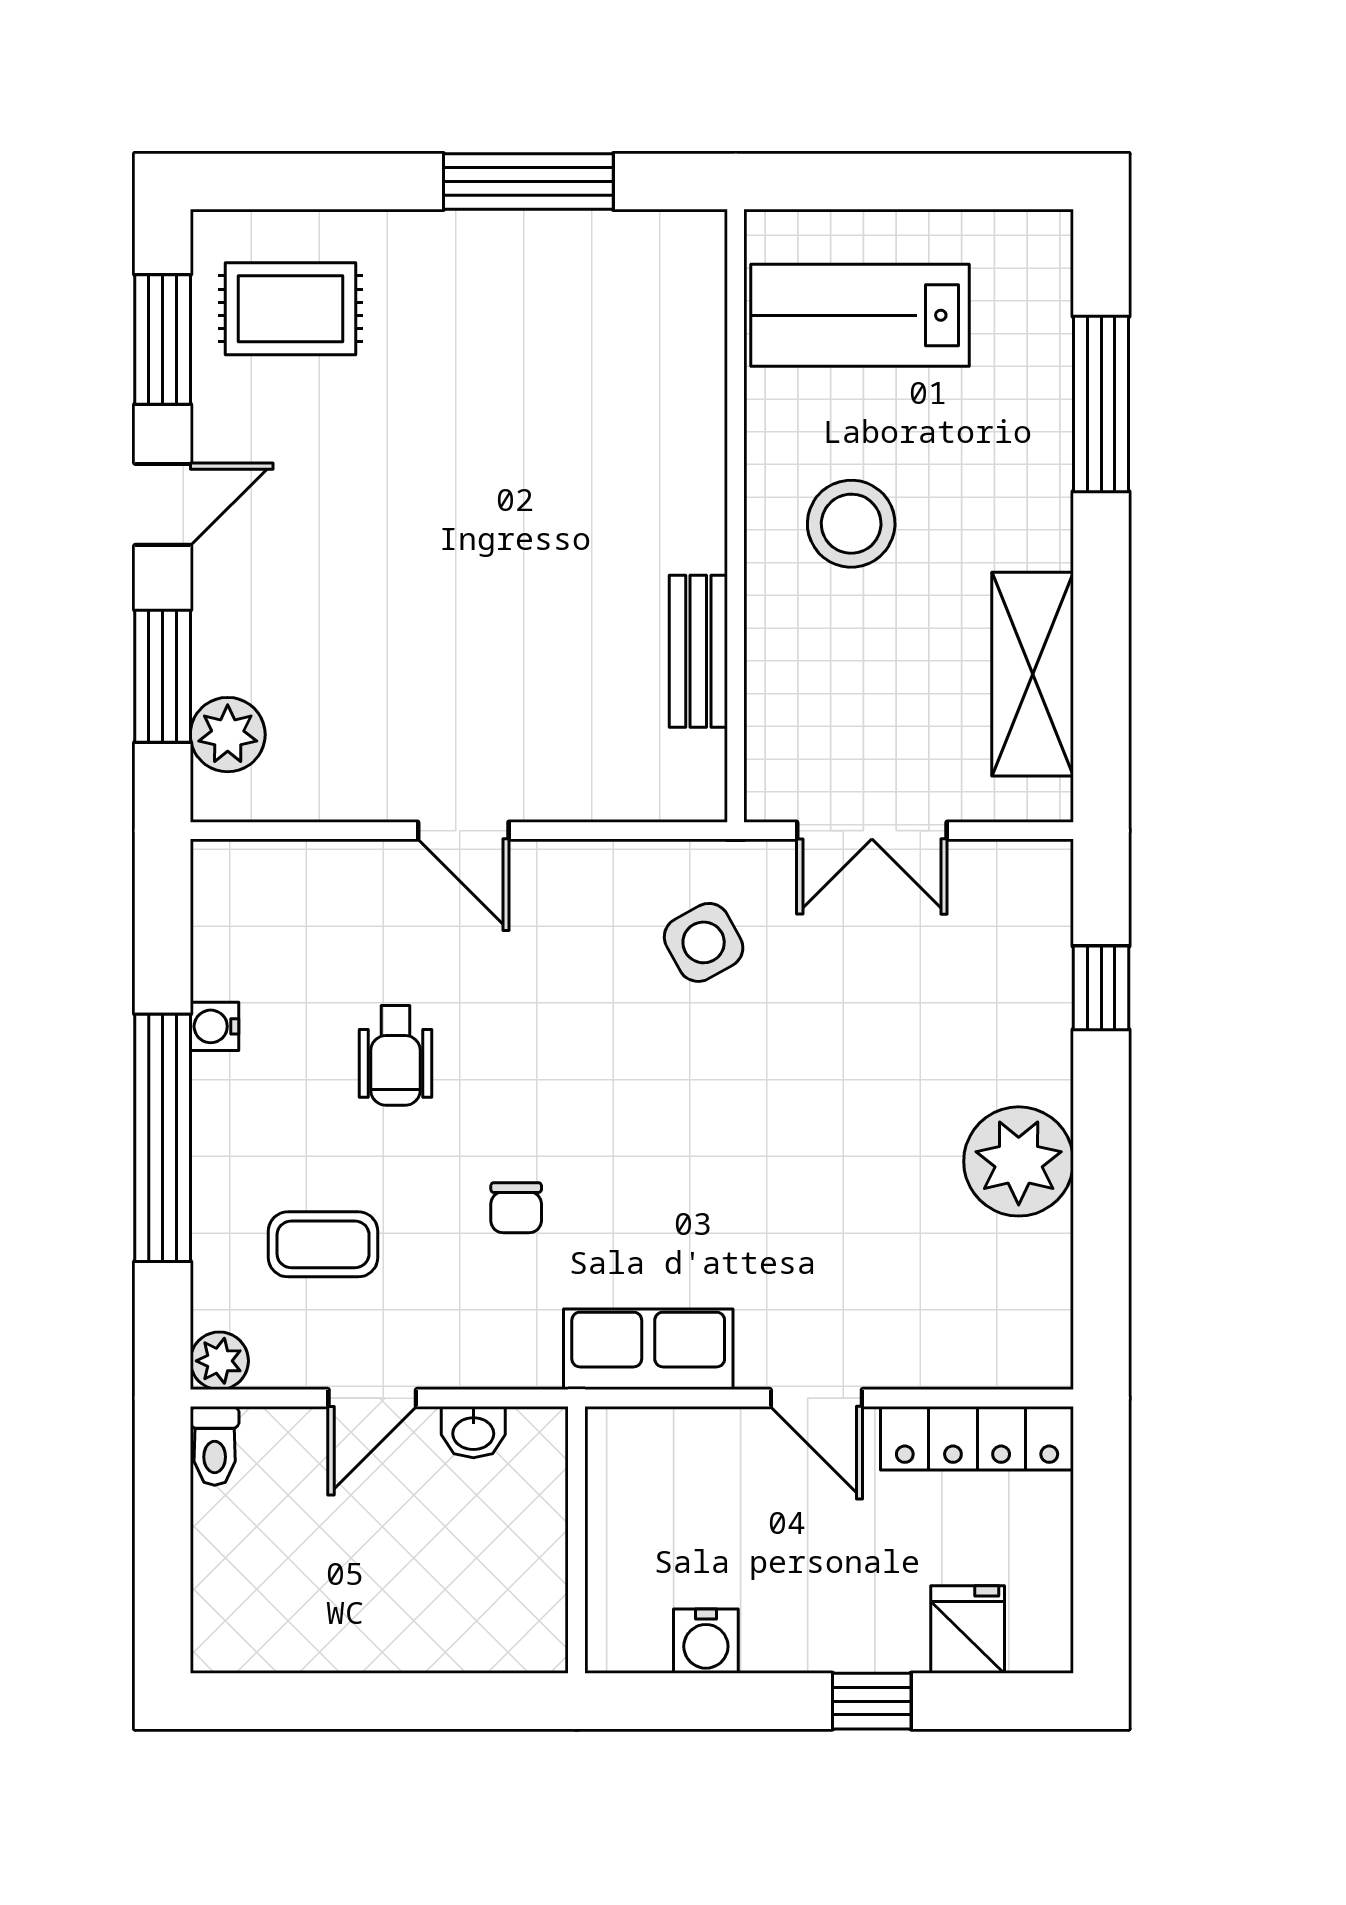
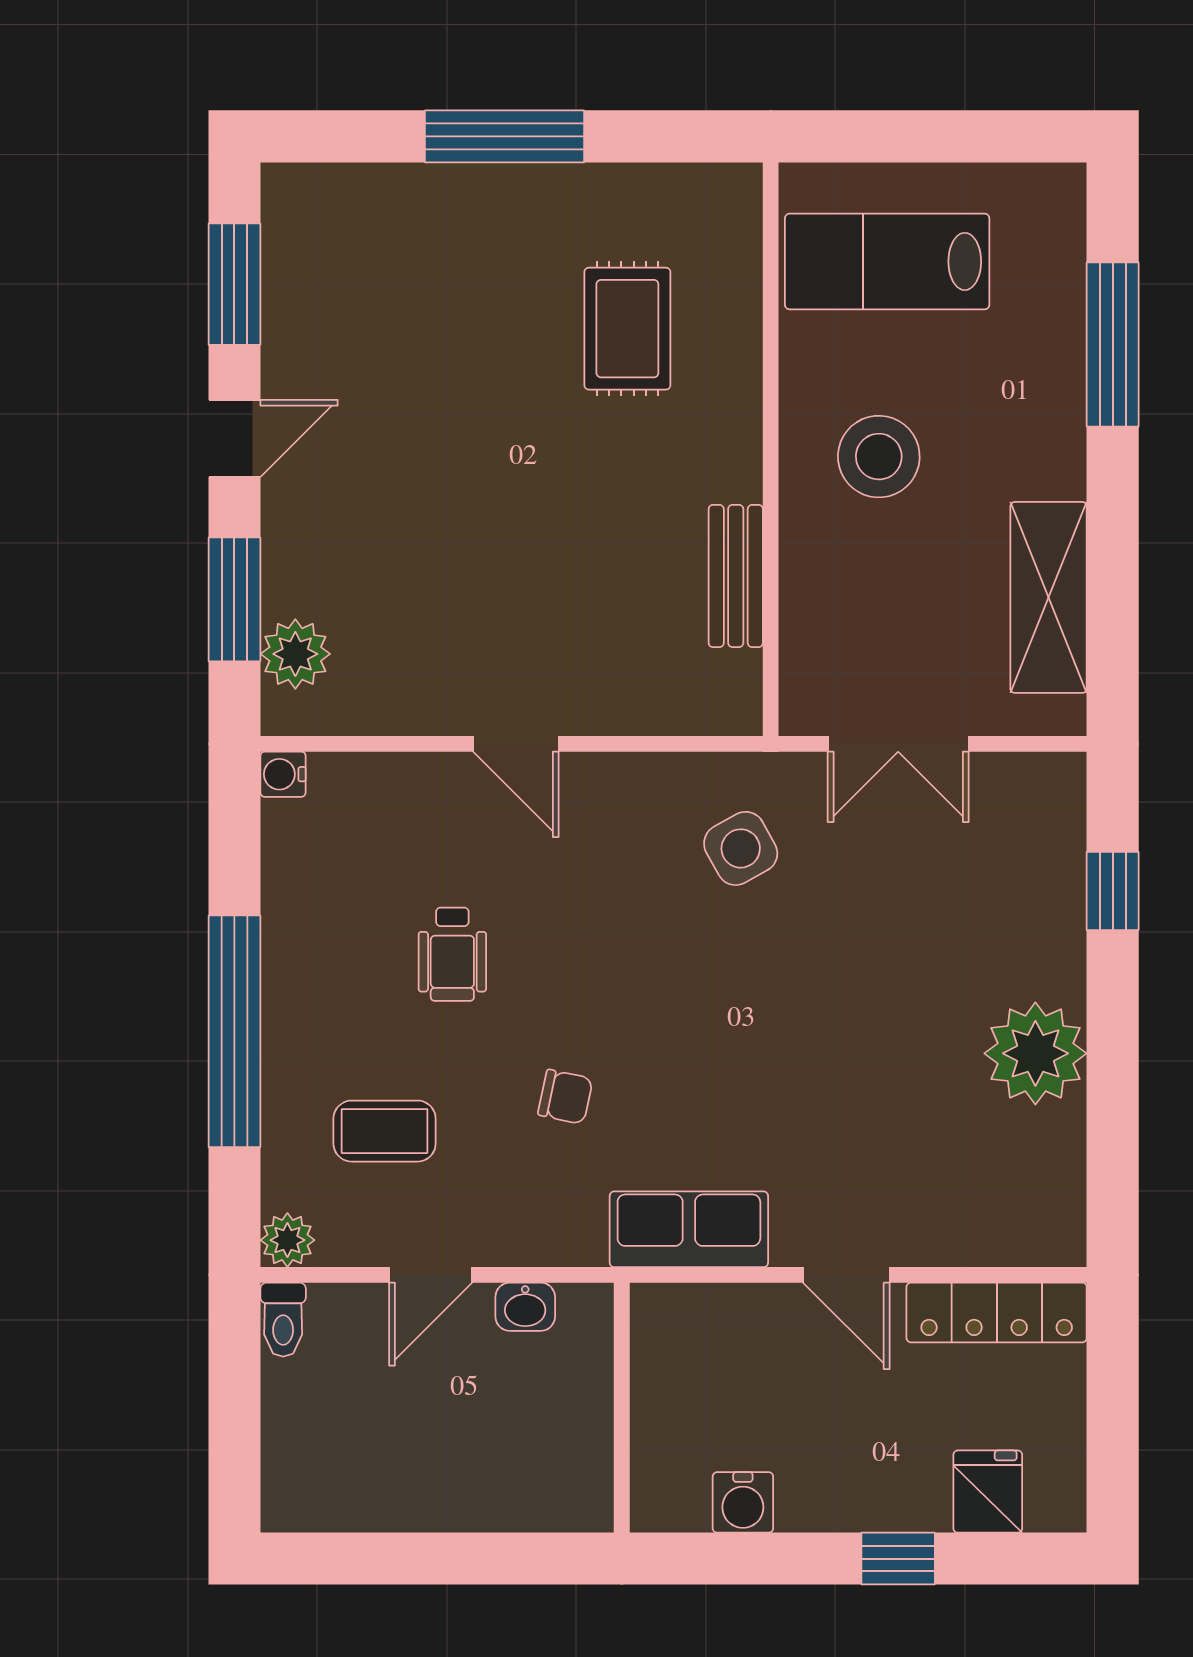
window: (528, 182) -> (504, 136), moved
rug: (290, 309) -> (627, 329), moved, turned 90
water cooler: (215, 1026) -> (283, 774), moved
chair: (516, 1208) -> (565, 1097), turned -78

